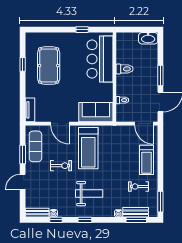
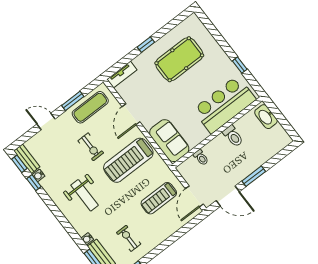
washbasin: (148, 38) -> (266, 117), moved
window: (23, 64) -> (146, 45), moved
treadmill: (146, 160) -> (159, 198), moved
window: (85, 220) -> (19, 164), moved

